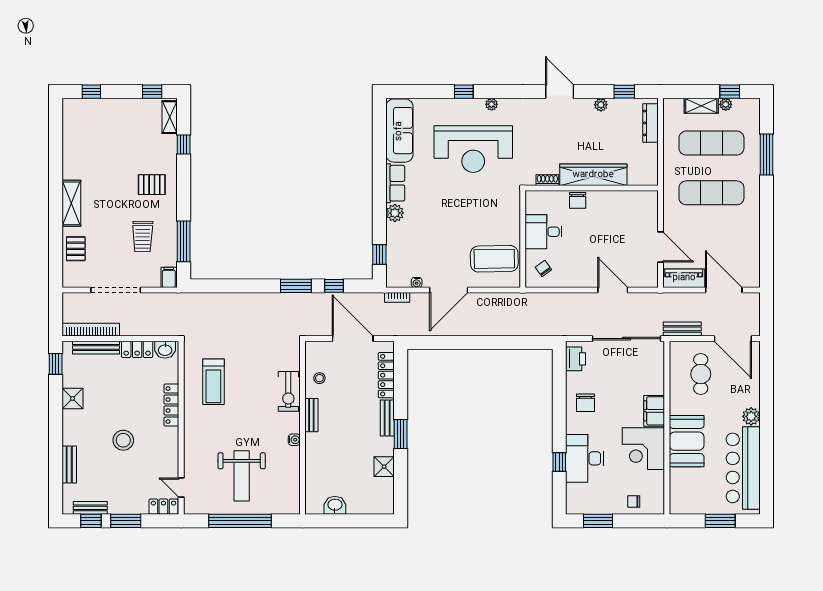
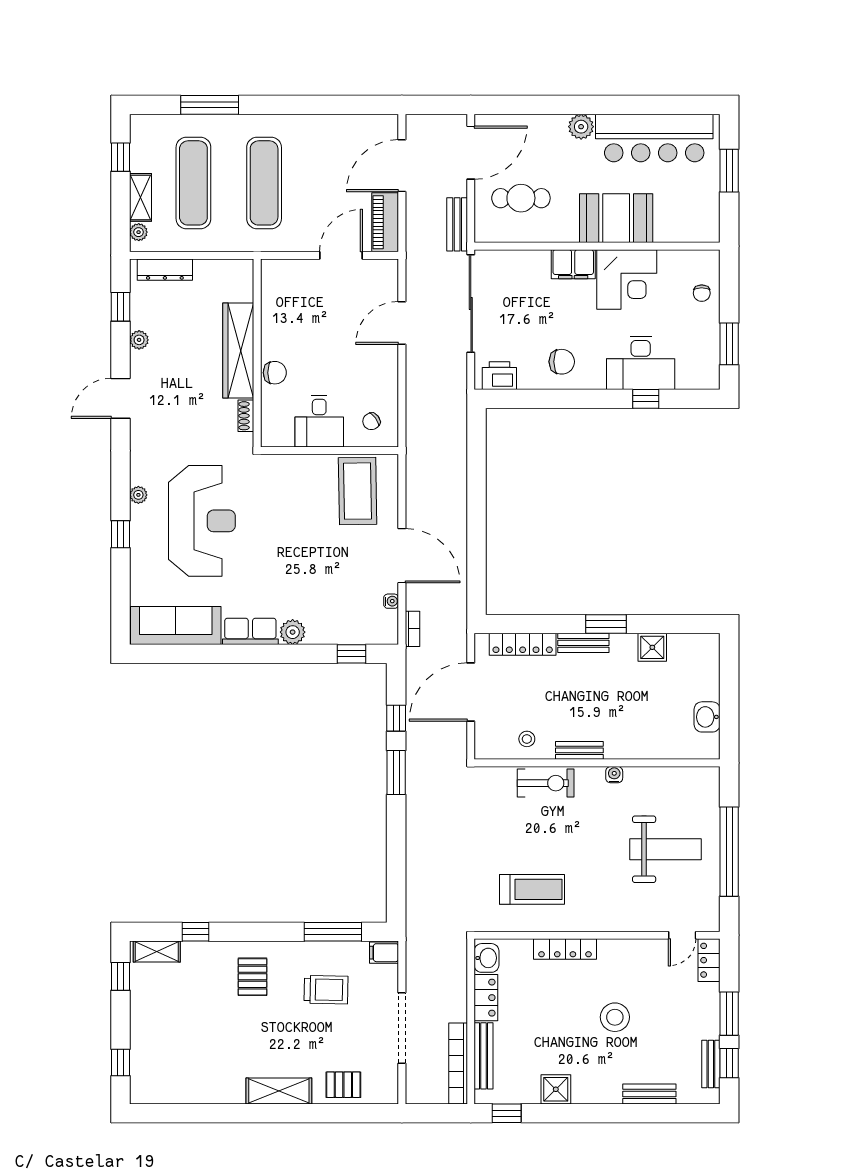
plant: (726, 104) -> (139, 232), moved

